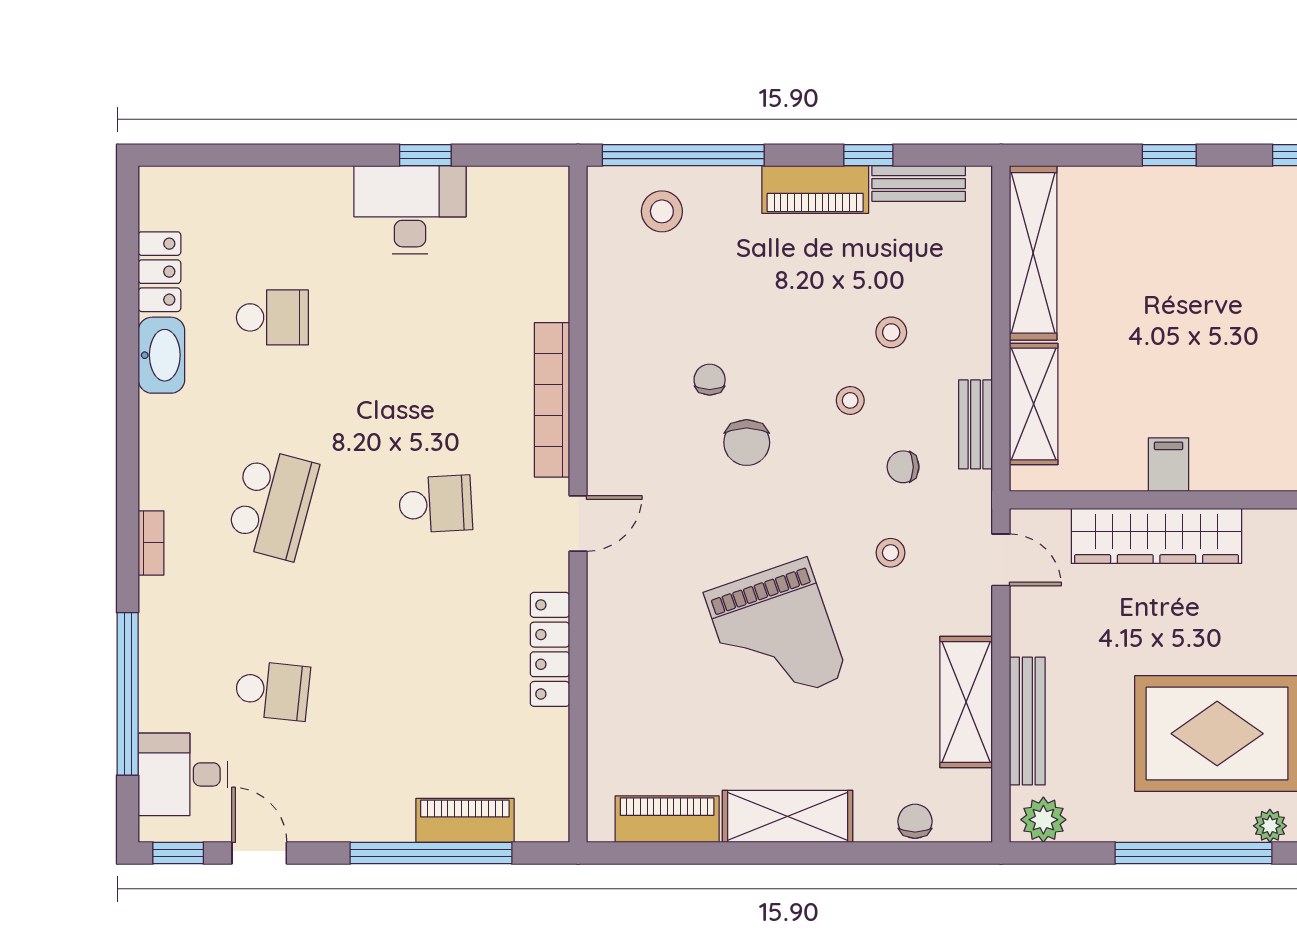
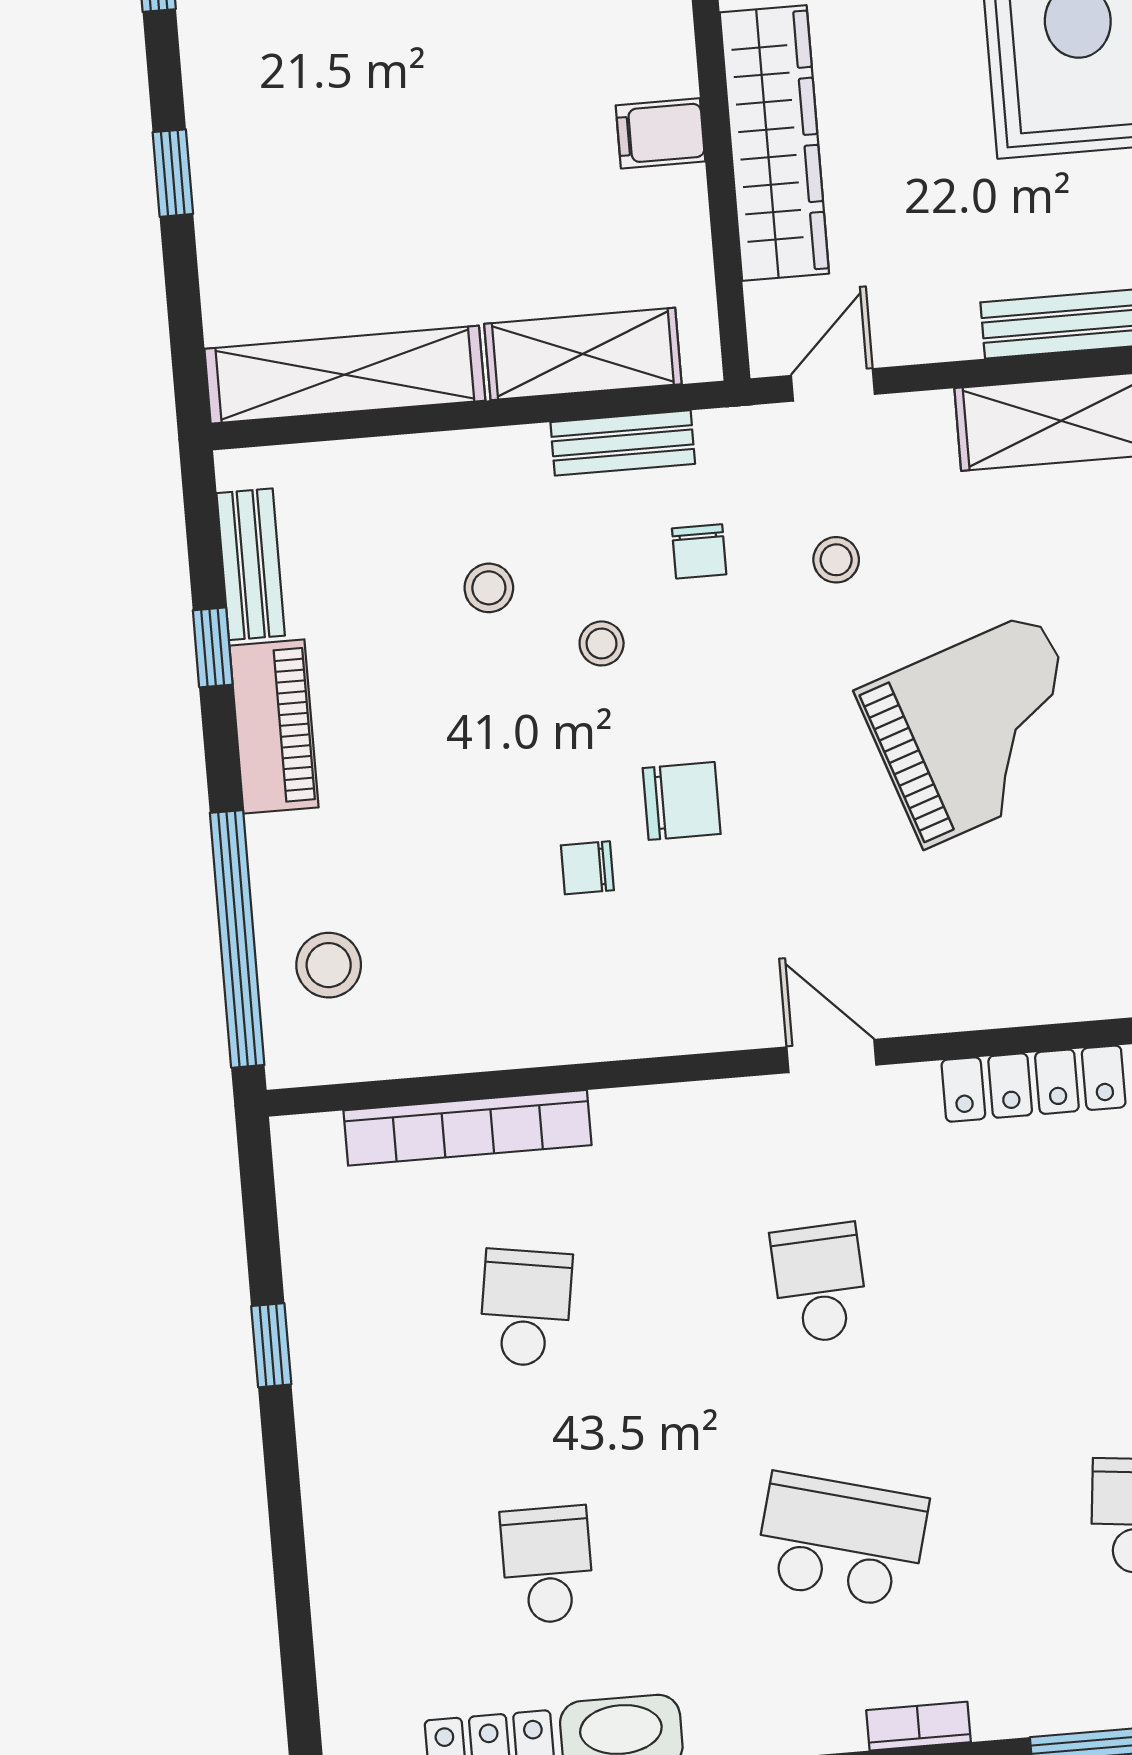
desk: (410, 210) -> (359, 1362), removed
school desk: (435, 317) -> (526, 1308), added
bookcase: (552, 400) -> (467, 1128), moved

